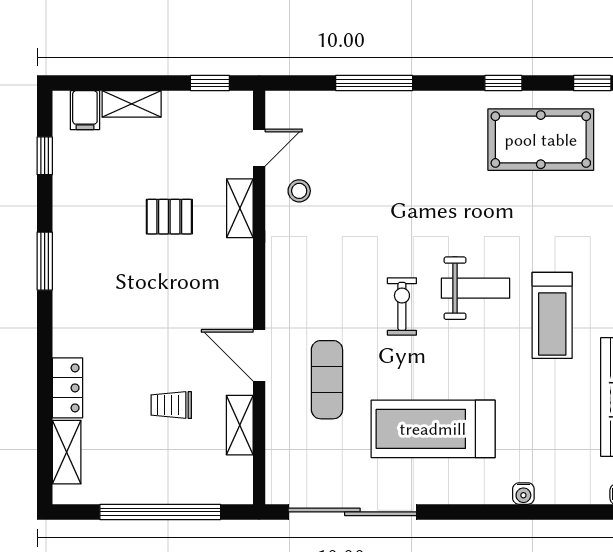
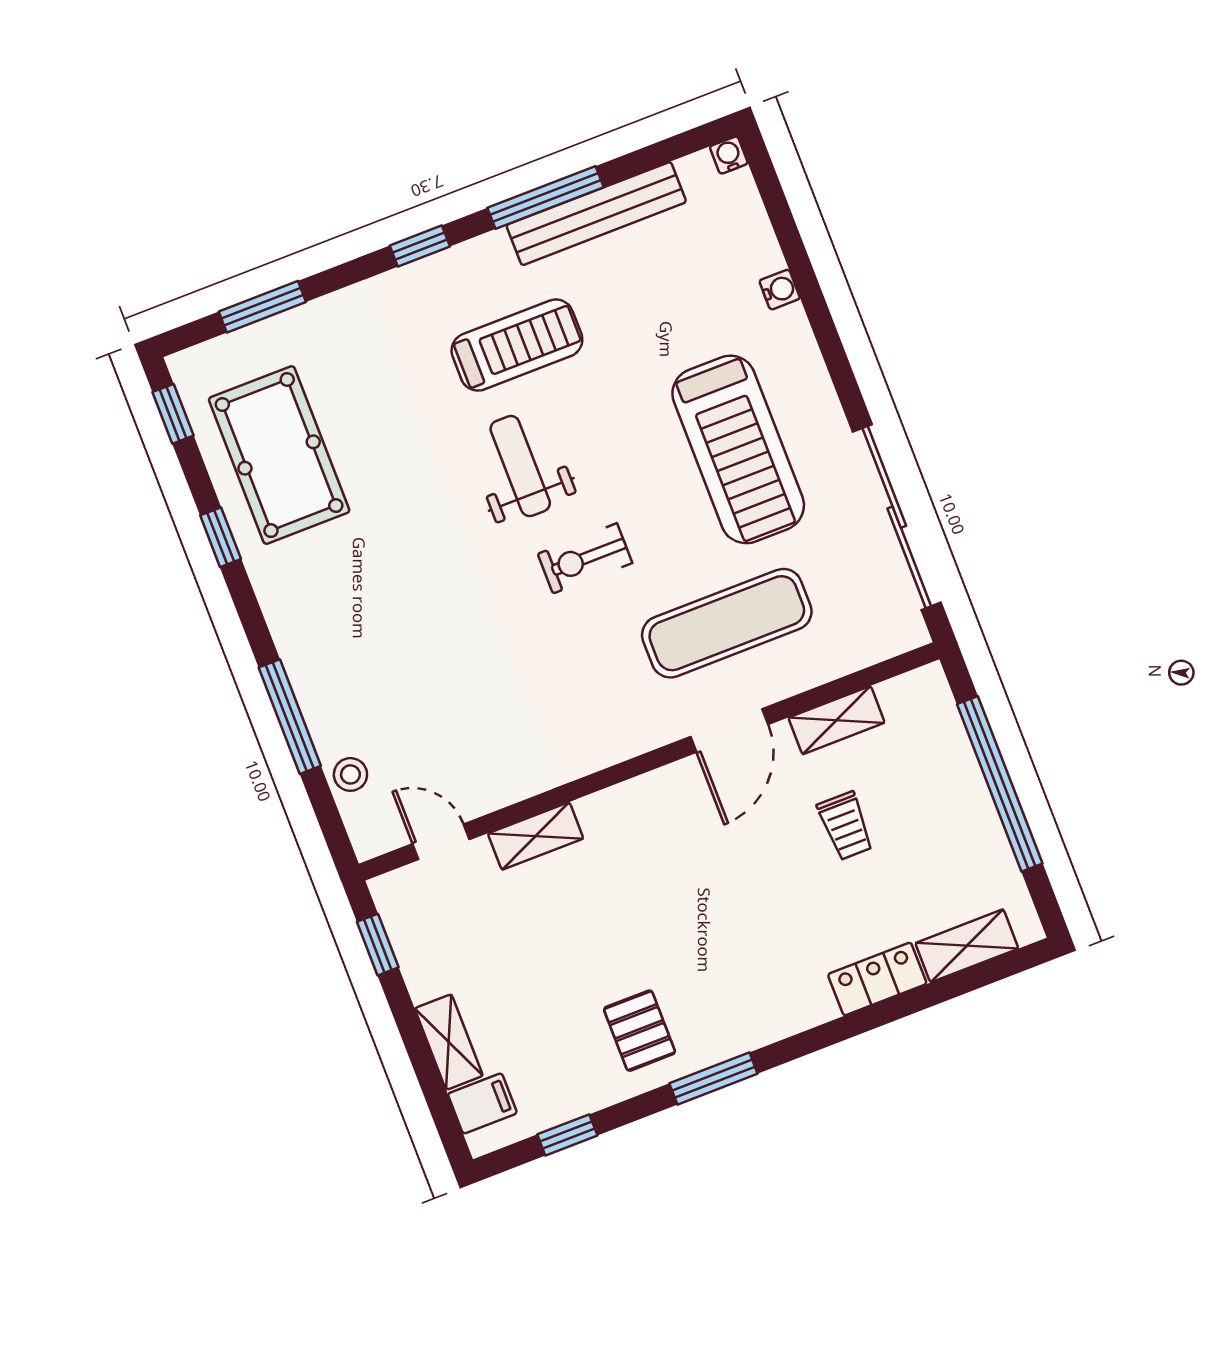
stool: (299, 191) -> (350, 774), moved
pallet: (169, 217) -> (640, 1031), moved
exercise mat: (327, 380) -> (727, 623), width x1.36, depth x1.45

